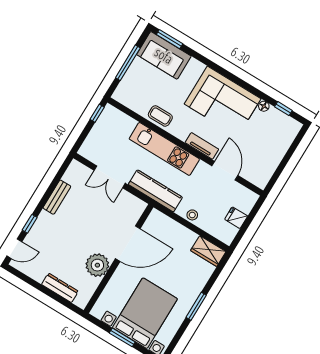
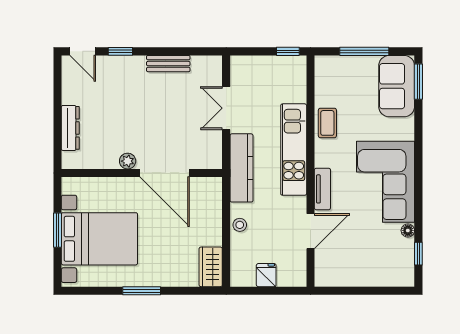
plant: (97, 265) -> (128, 161), width x0.53, depth x0.53

